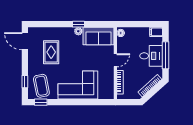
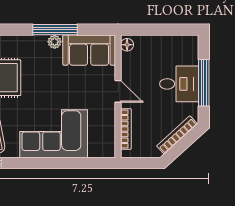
window: (79, 24) -> (55, 30), width x2.17
filing cabinet: (156, 32) -> (188, 43), removed
door: (115, 60) -> (118, 91), hinge flipped

